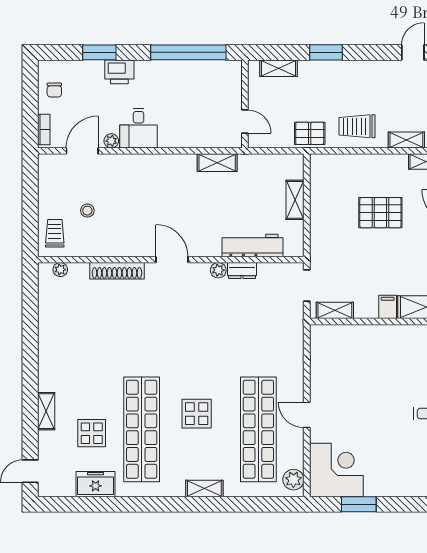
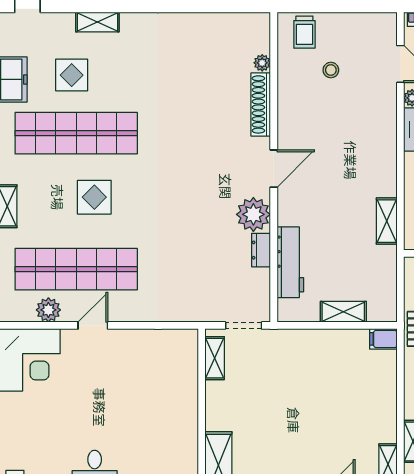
pallet: (380, 213) -> (329, 411), removed
trolley: (55, 233) -> (304, 32), turned 90
plant: (60, 270) -> (262, 63), moved
plant: (218, 270) -> (253, 214), width x1.87, depth x1.87
filing cabinet: (388, 307) -> (383, 339), moved, turned 180
plant: (293, 480) -> (48, 310), moved

